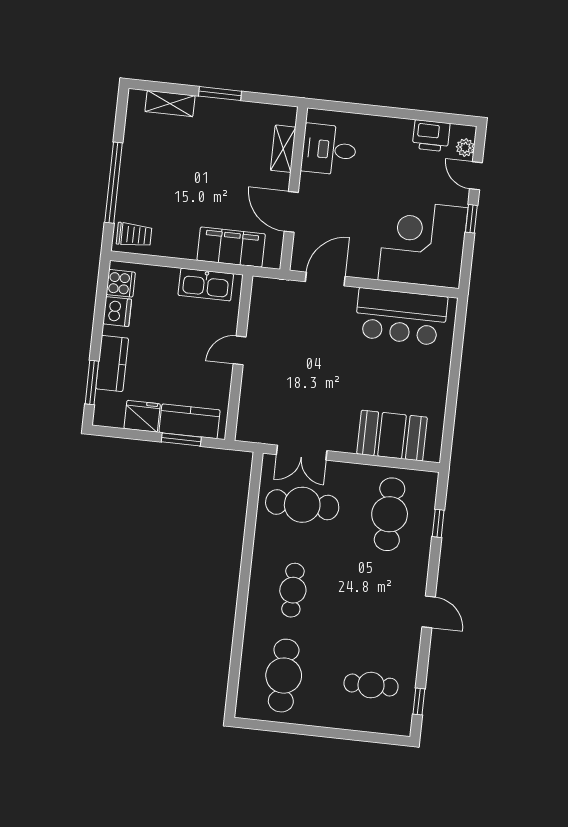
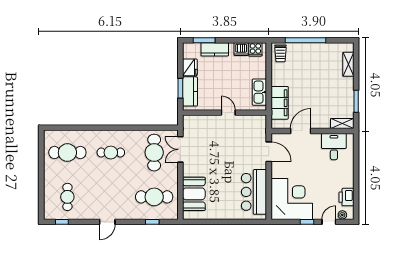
window: (220, 94) -> (356, 101), moved
shelving: (283, 149) -> (342, 124), moved

